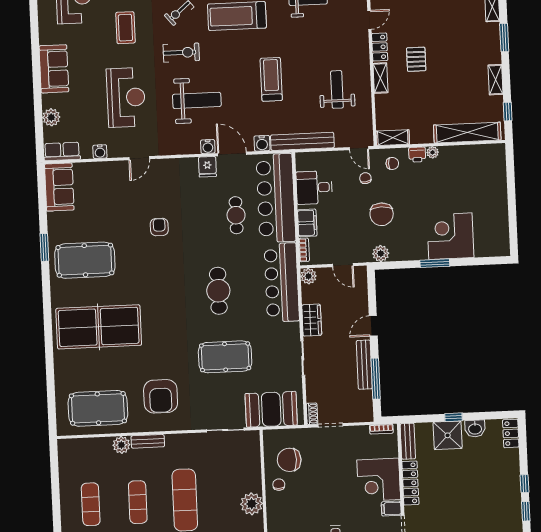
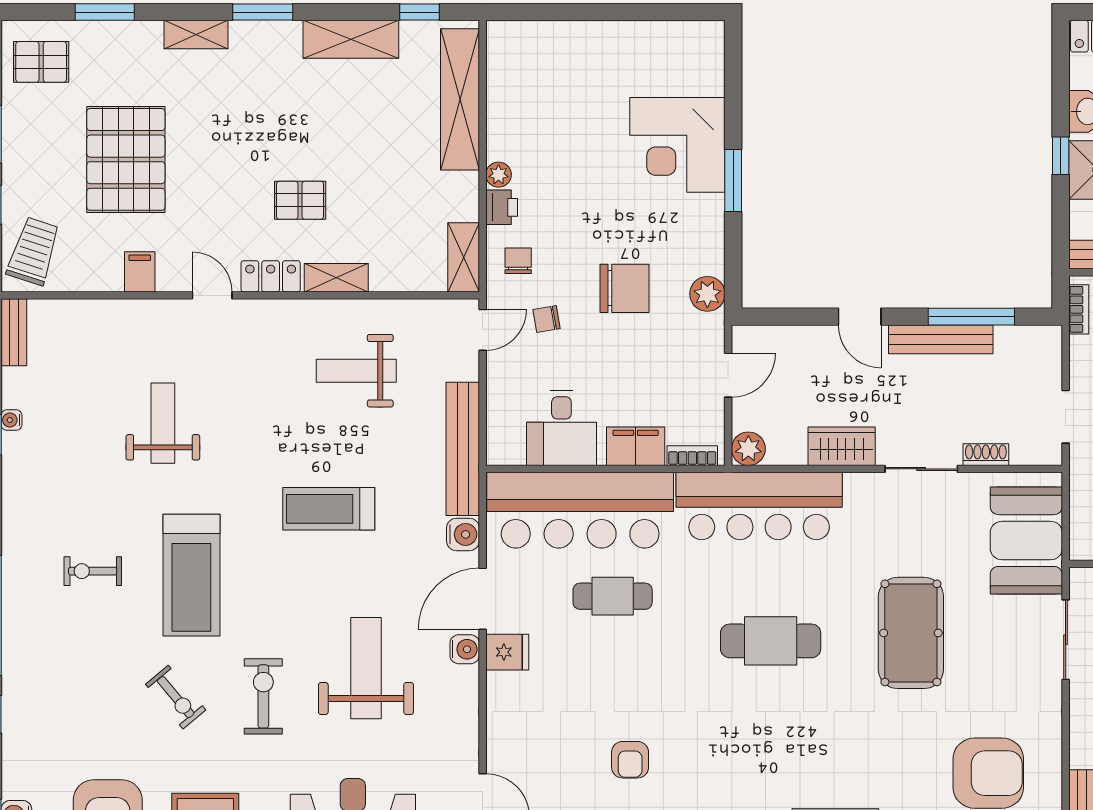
shelving: (495, 80) -> (351, 39), width x1.50, depth x1.33
armchair: (159, 227) -> (630, 760), turned -90
shoe rack: (312, 414) -> (986, 455), moved

